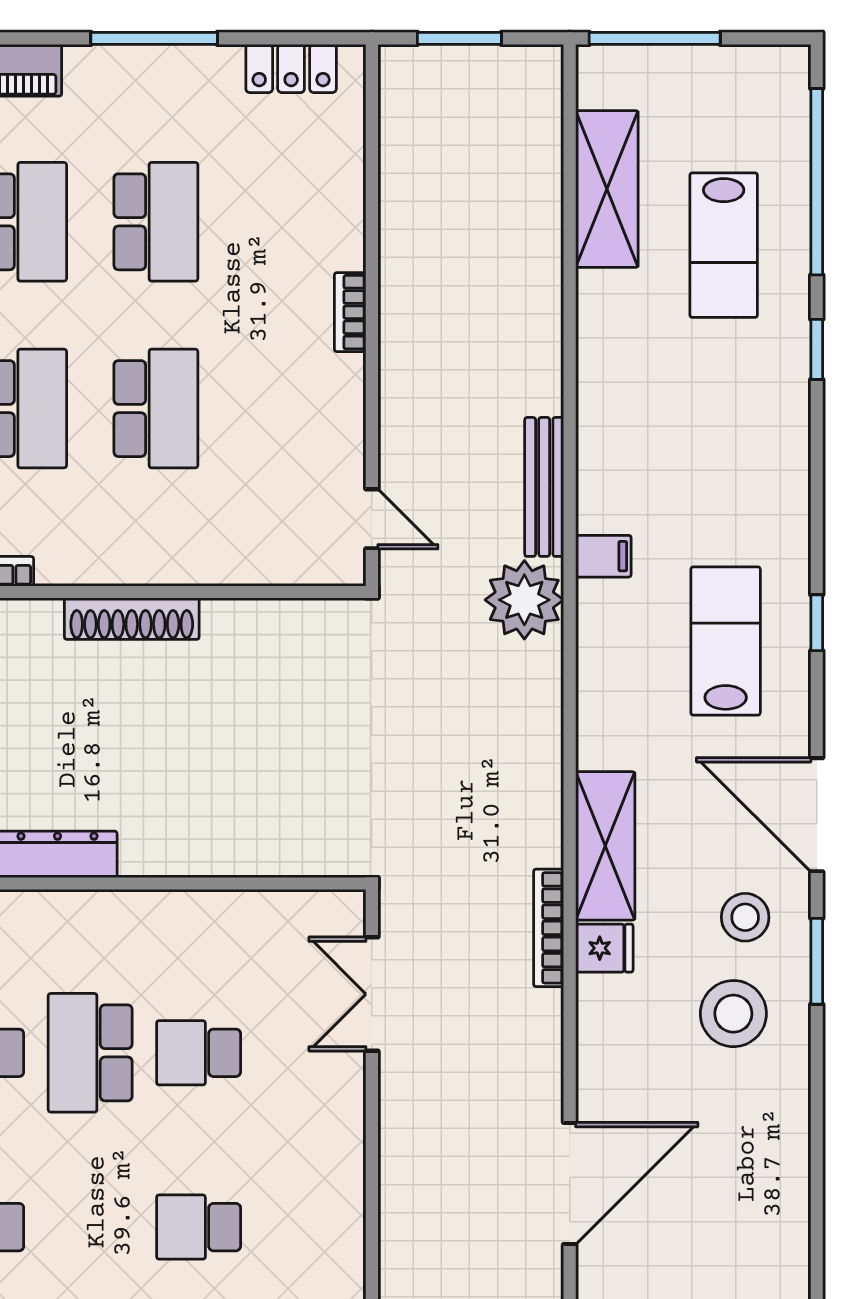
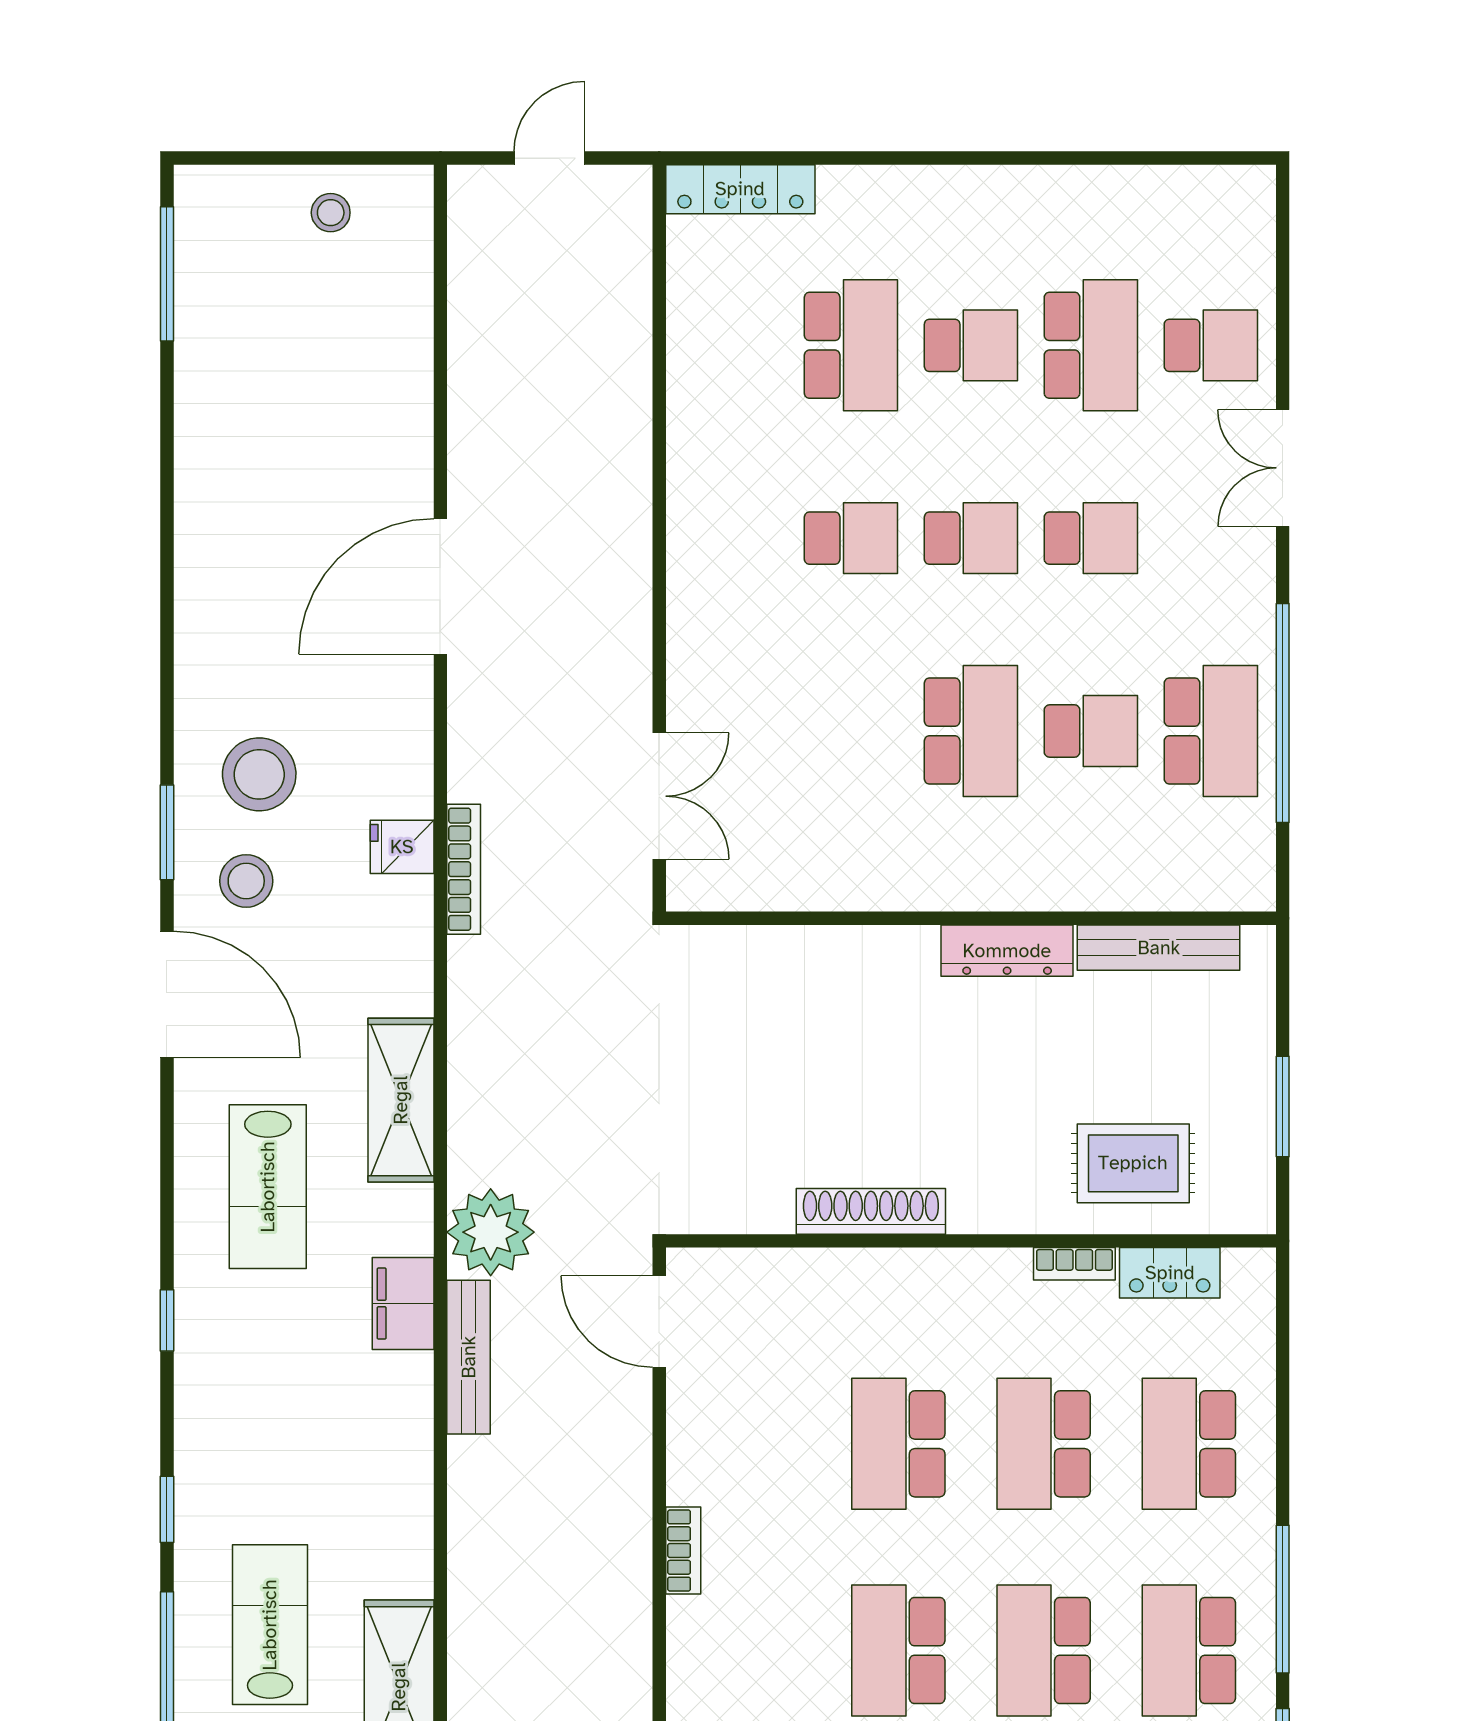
door: (372, 519) -> (659, 1322), width x1.38
filing cabinet: (603, 556) -> (403, 1304), width x2.00
shoe rack: (132, 619) -> (871, 1211), moved
window: (817, 623) -> (167, 1320), moved
shelving: (605, 846) -> (401, 1100), moved
school desk: (199, 1053) -> (971, 538), moved

